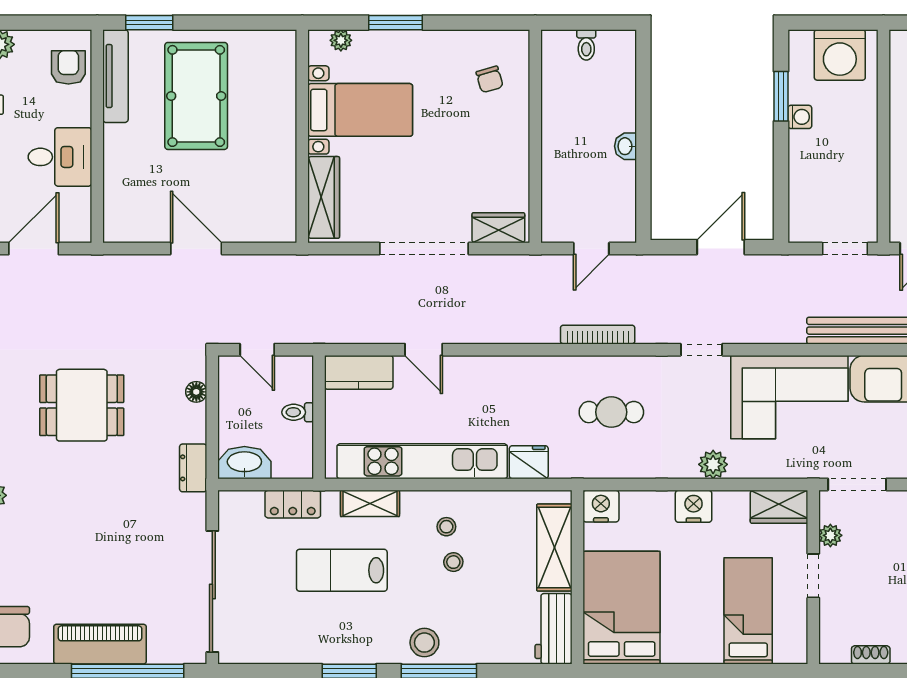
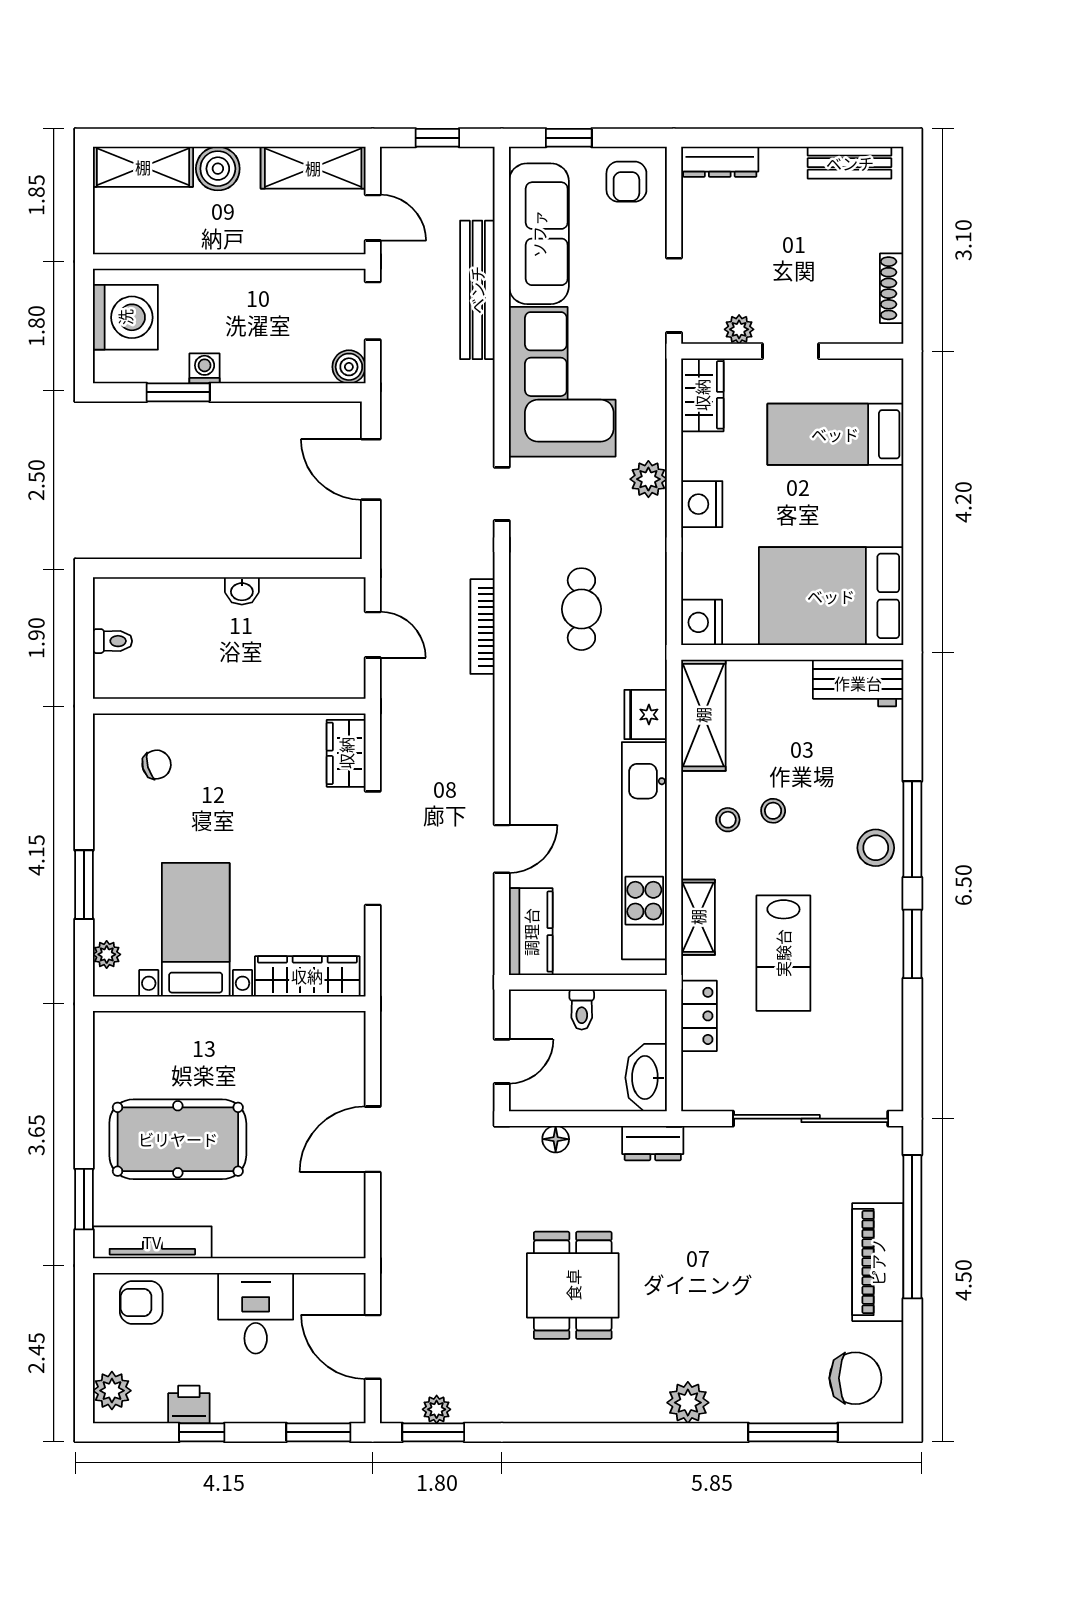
boiler: (801, 230) -> (349, 367), added
shelving: (554, 548) -> (703, 715), moved, turned 90
shoe rack: (871, 655) -> (892, 288), width x1.43

